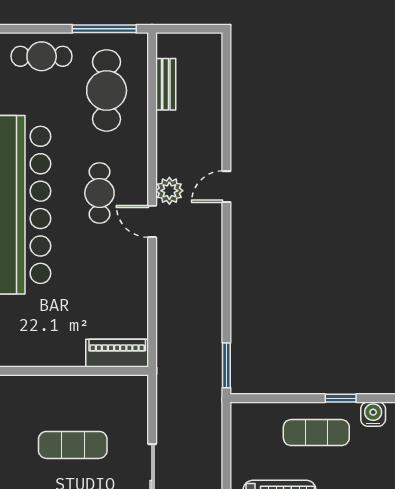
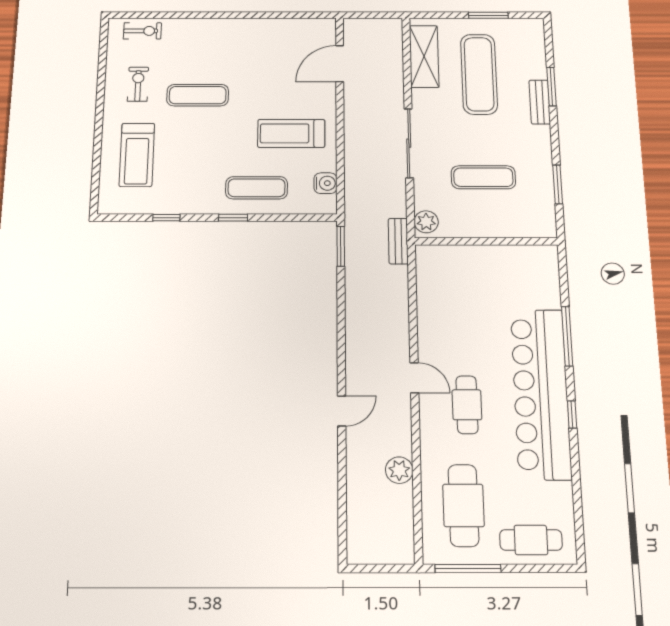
bench: (166, 84) -> (398, 241), moved
plant: (169, 191) -> (399, 470), moved
piano: (117, 353) -> (445, 257), removed
plant: (136, 393) -> (426, 222), added
water cooler: (373, 414) -> (325, 183), moved, turned -90

